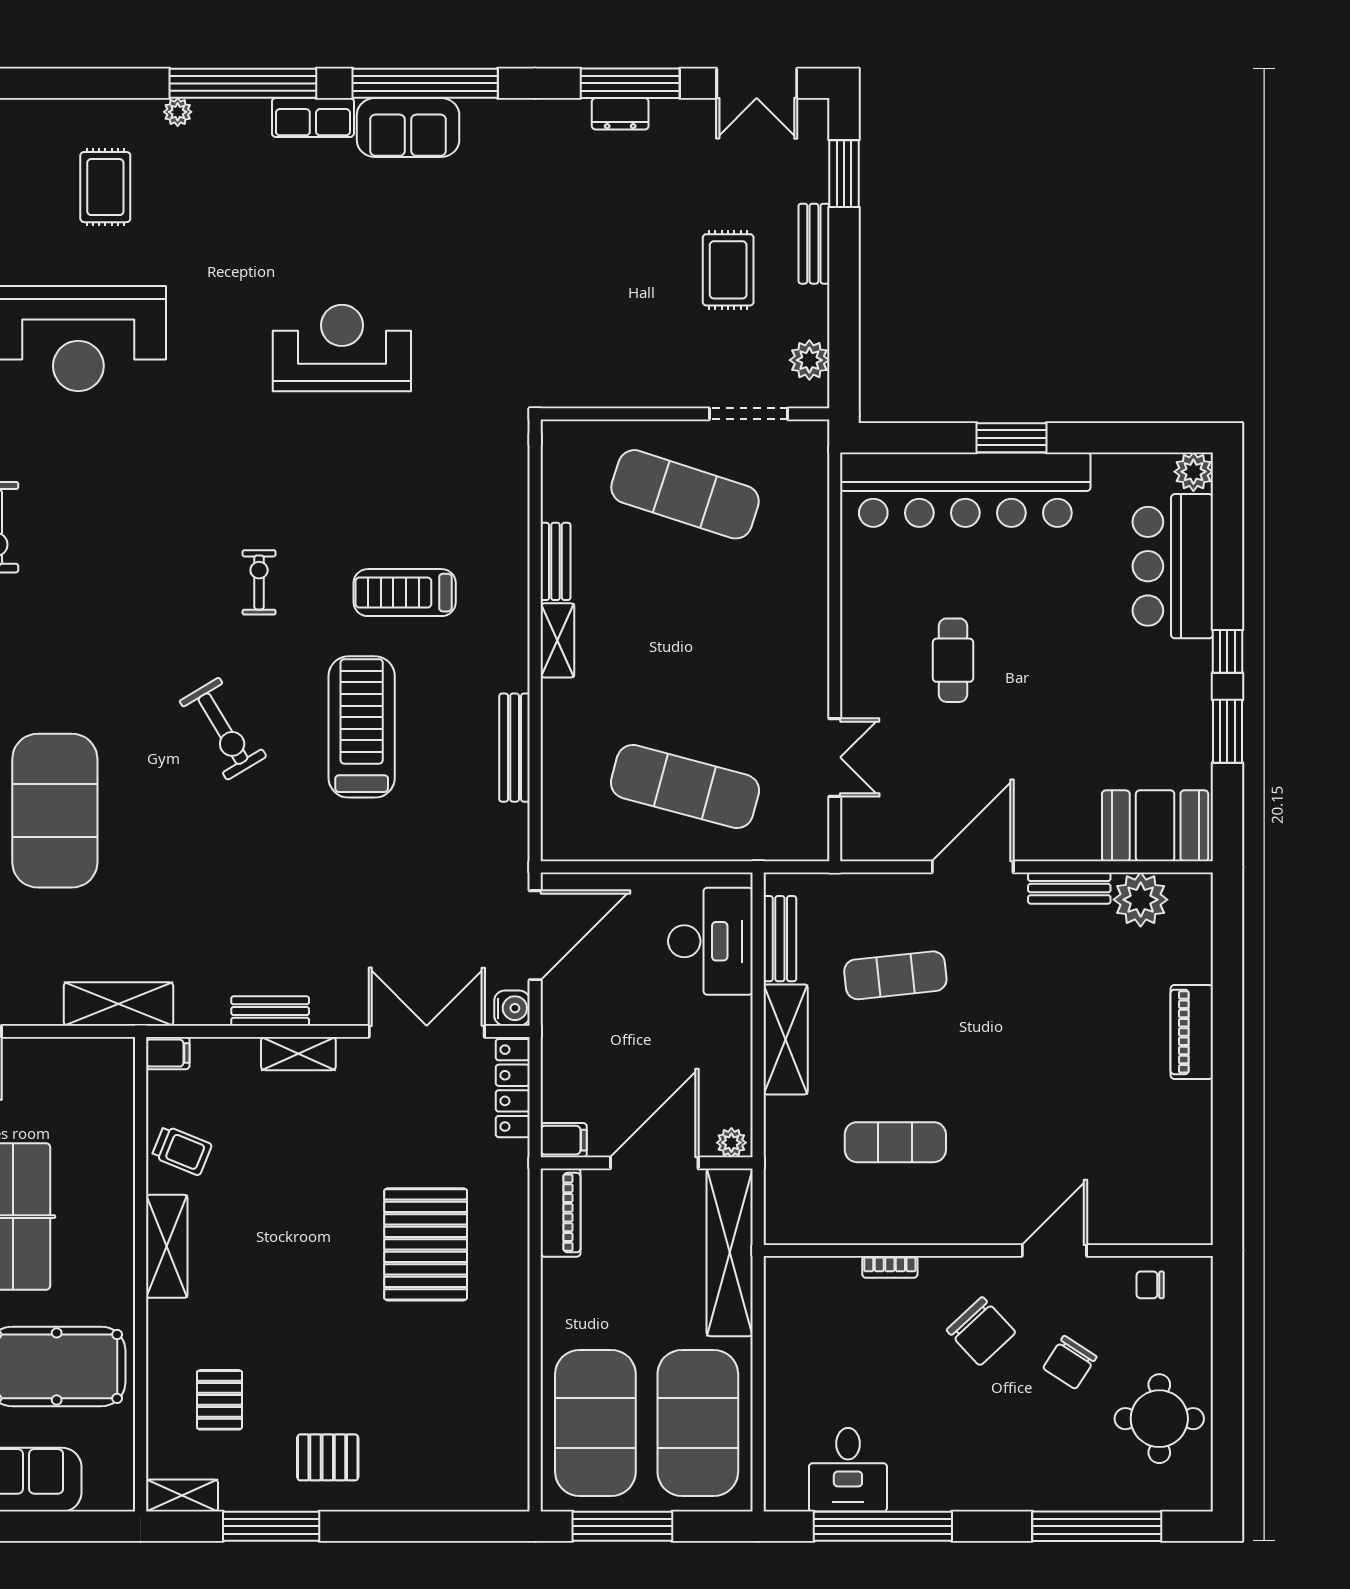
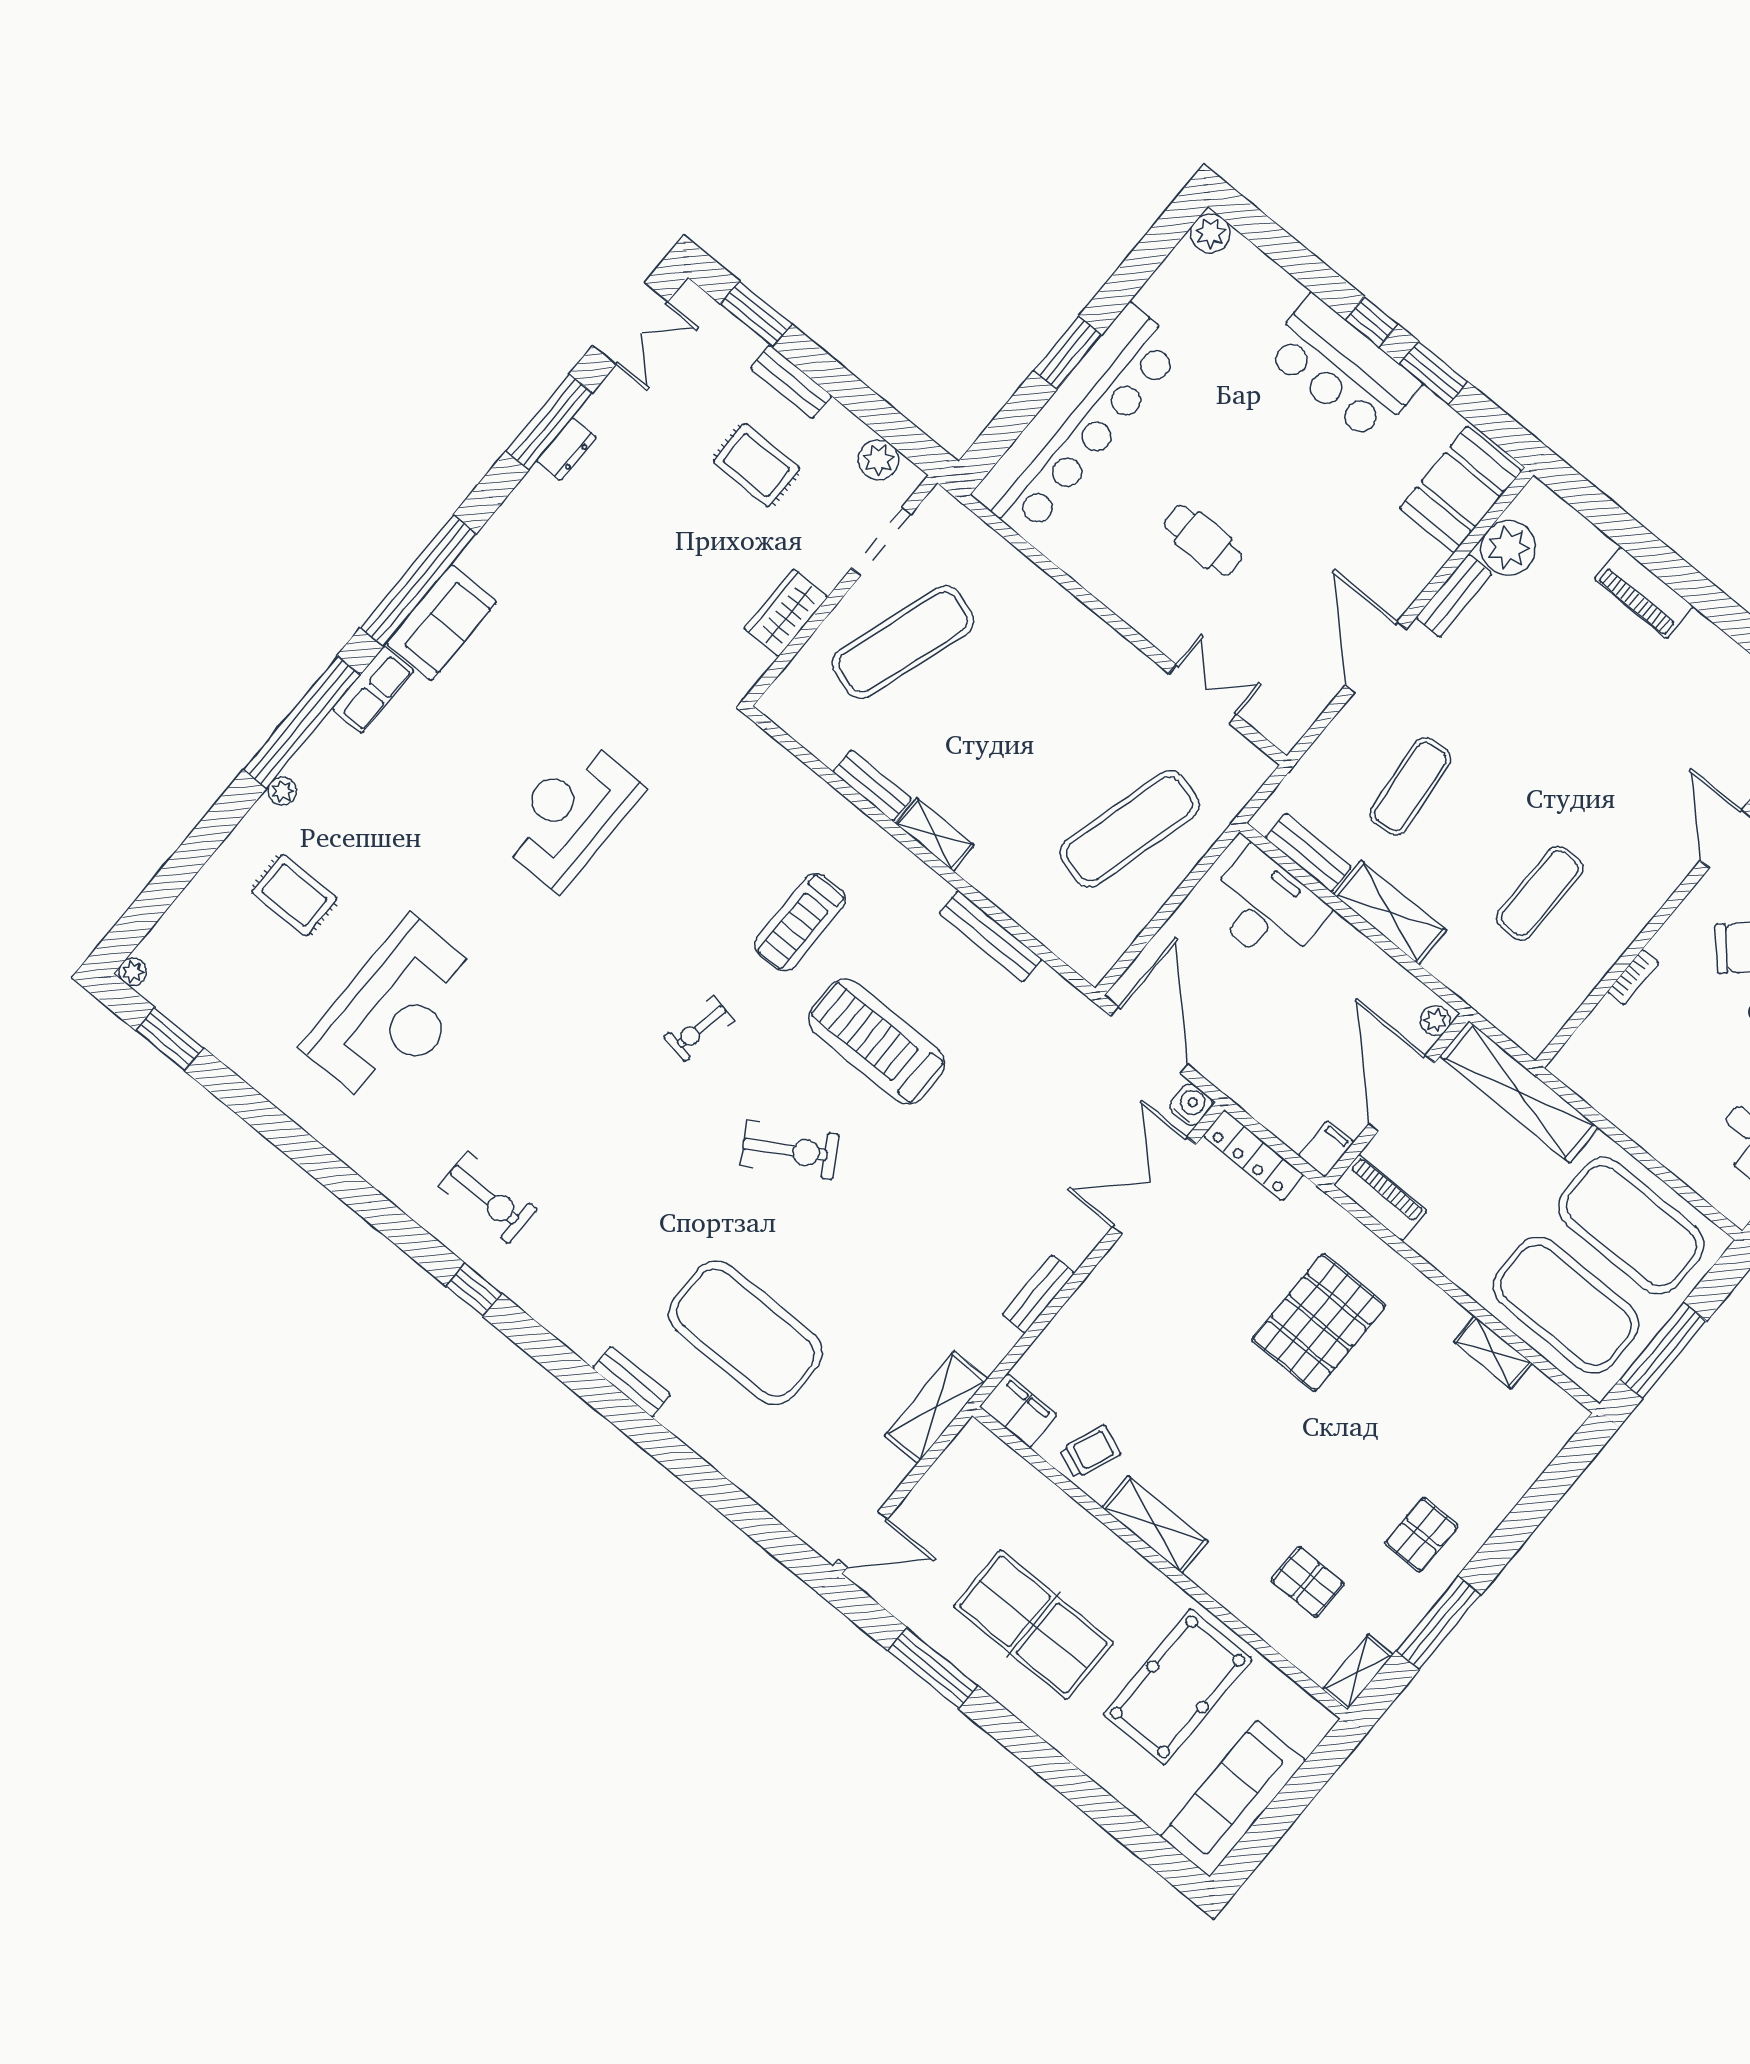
wardrobe: (633, 386) -> (786, 613), added
bar counter: (1173, 566) -> (1342, 369), moved
exercise bike: (259, 582) -> (699, 1029), turned -79
filing cabinet: (168, 1053) -> (1018, 1411), width x2.00
shelving: (298, 1054) -> (1493, 1352), moved, turned 90
pallet: (426, 1244) -> (1319, 1323), turned 90

